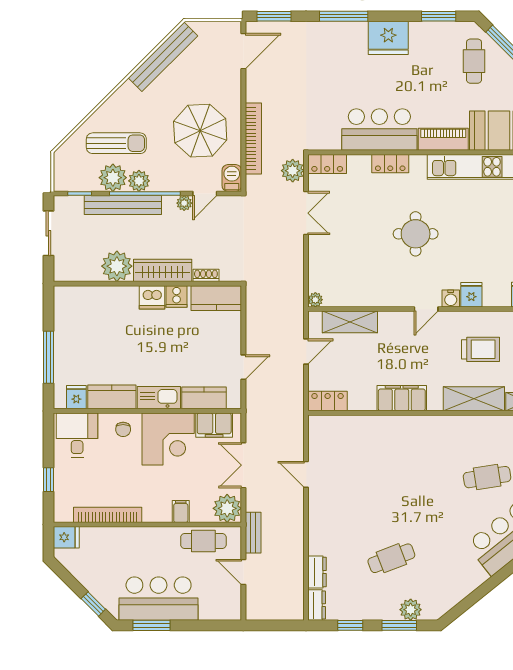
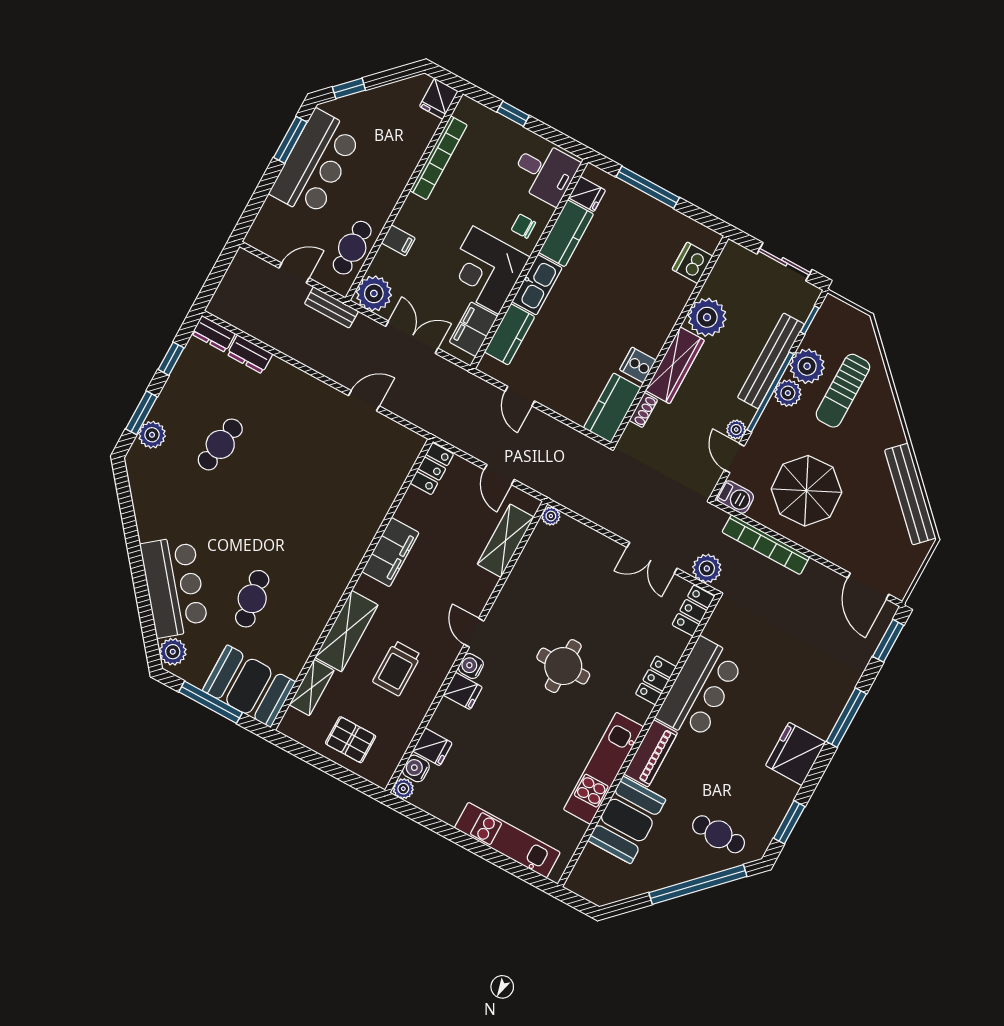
dishwasher: (152, 297) -> (692, 263), moved
cafe table: (391, 558) -> (220, 444), turned 30

